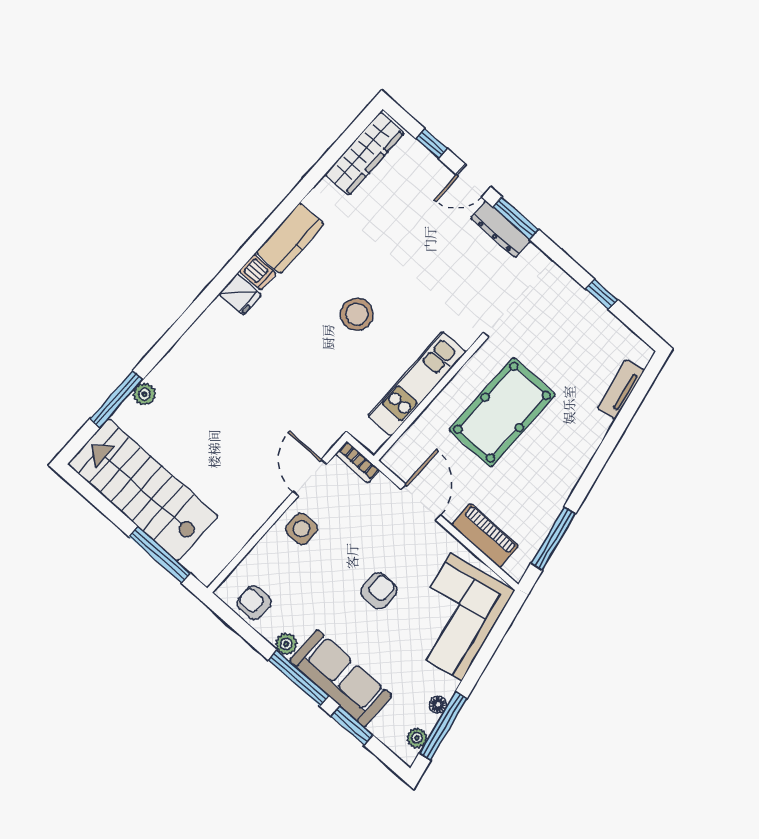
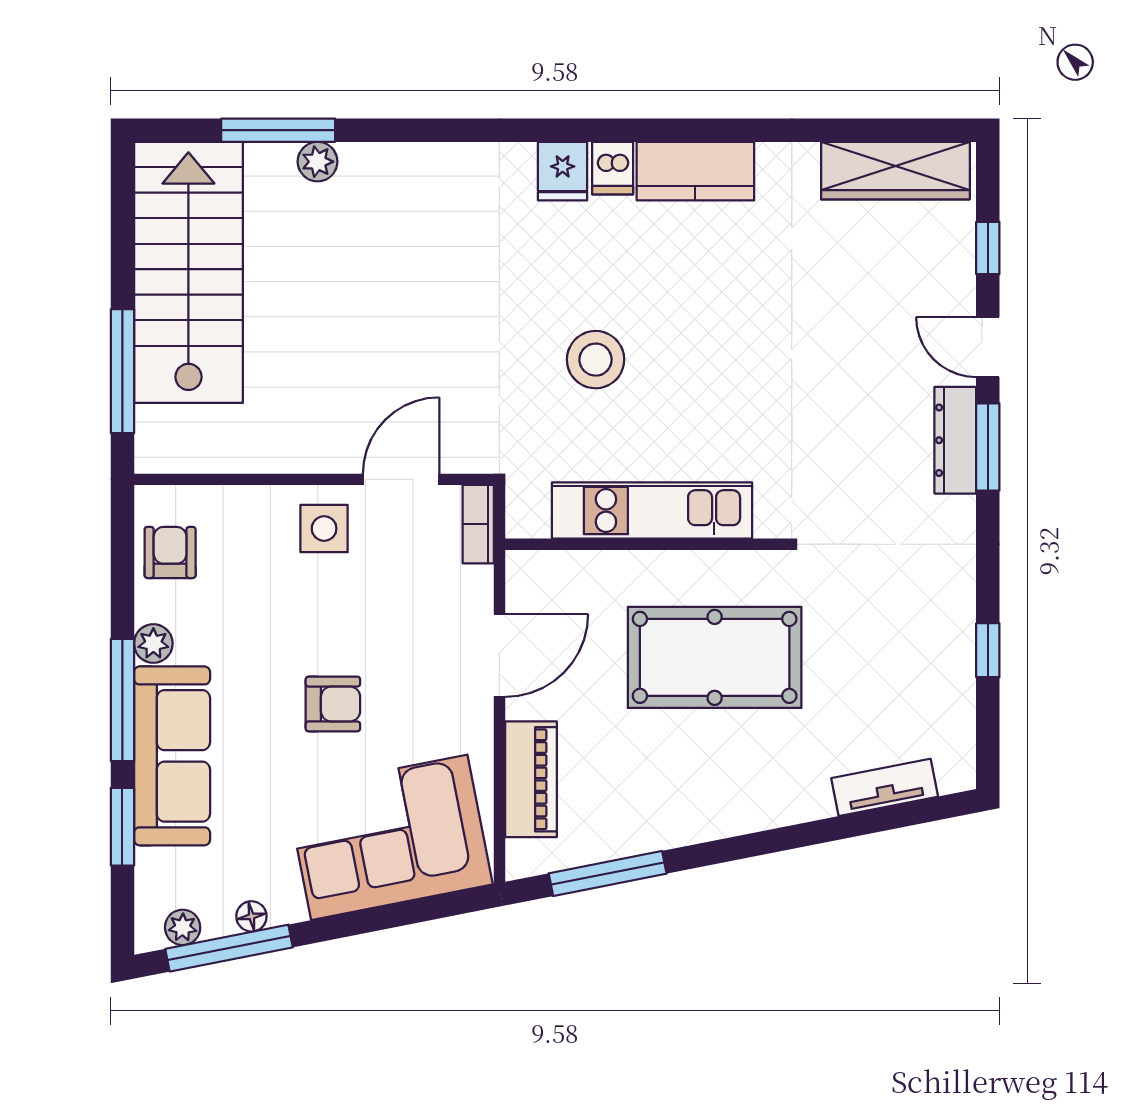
stool: (357, 314) -> (596, 360), moved

